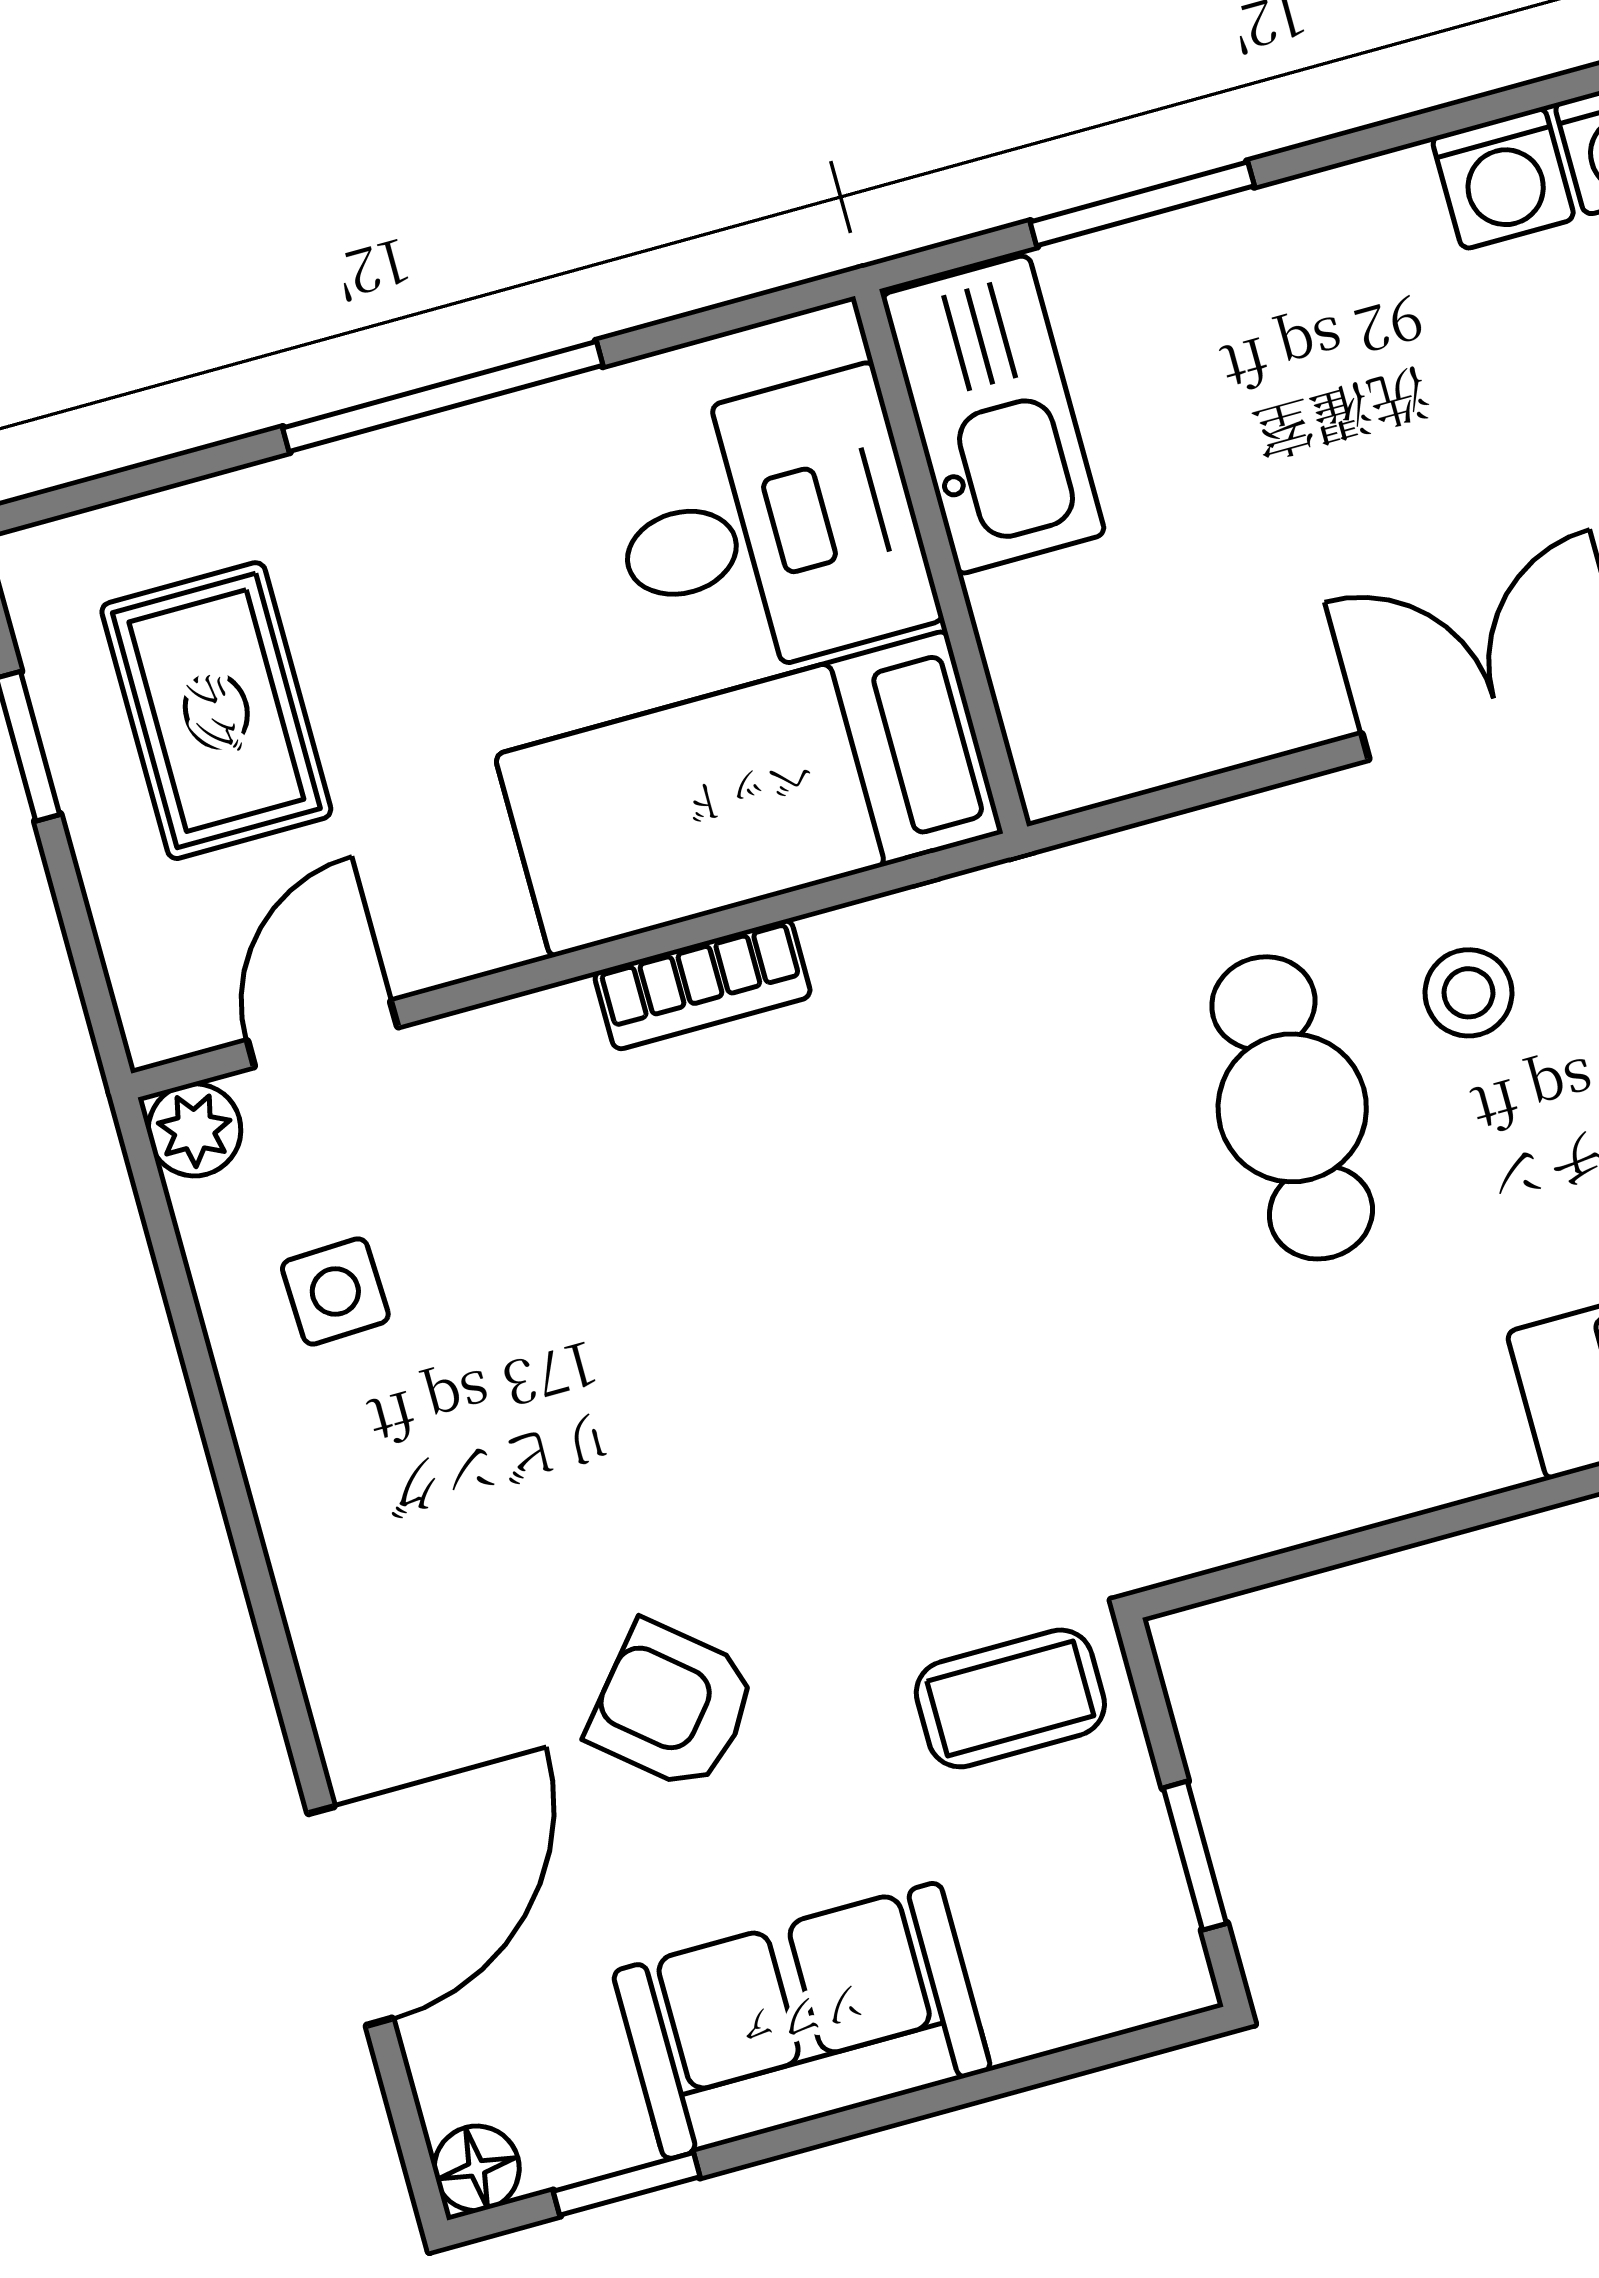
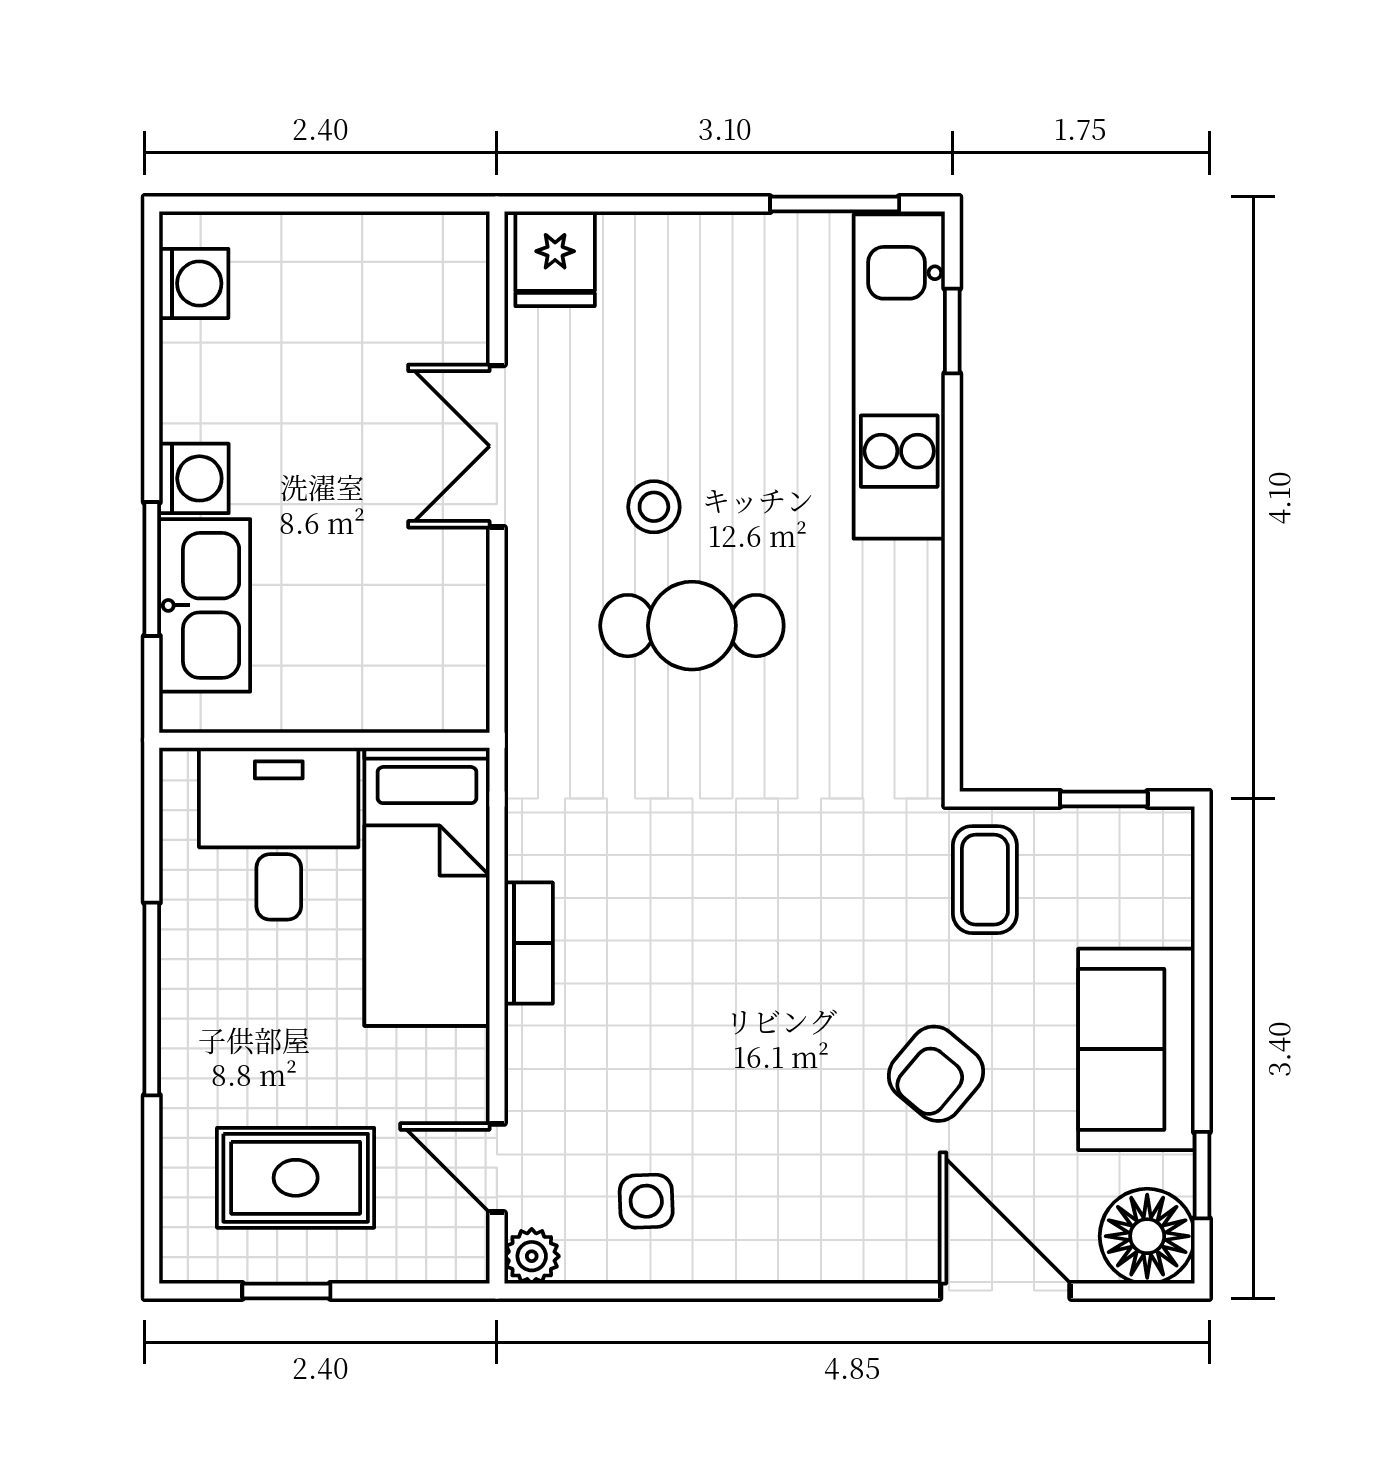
washing machine: (1503, 178) -> (194, 478), moved
kitchen sink: (993, 415) -> (205, 605), moved, turned 90
floor lamp: (477, 2168) -> (1147, 1236), width x1.89, depth x1.89

